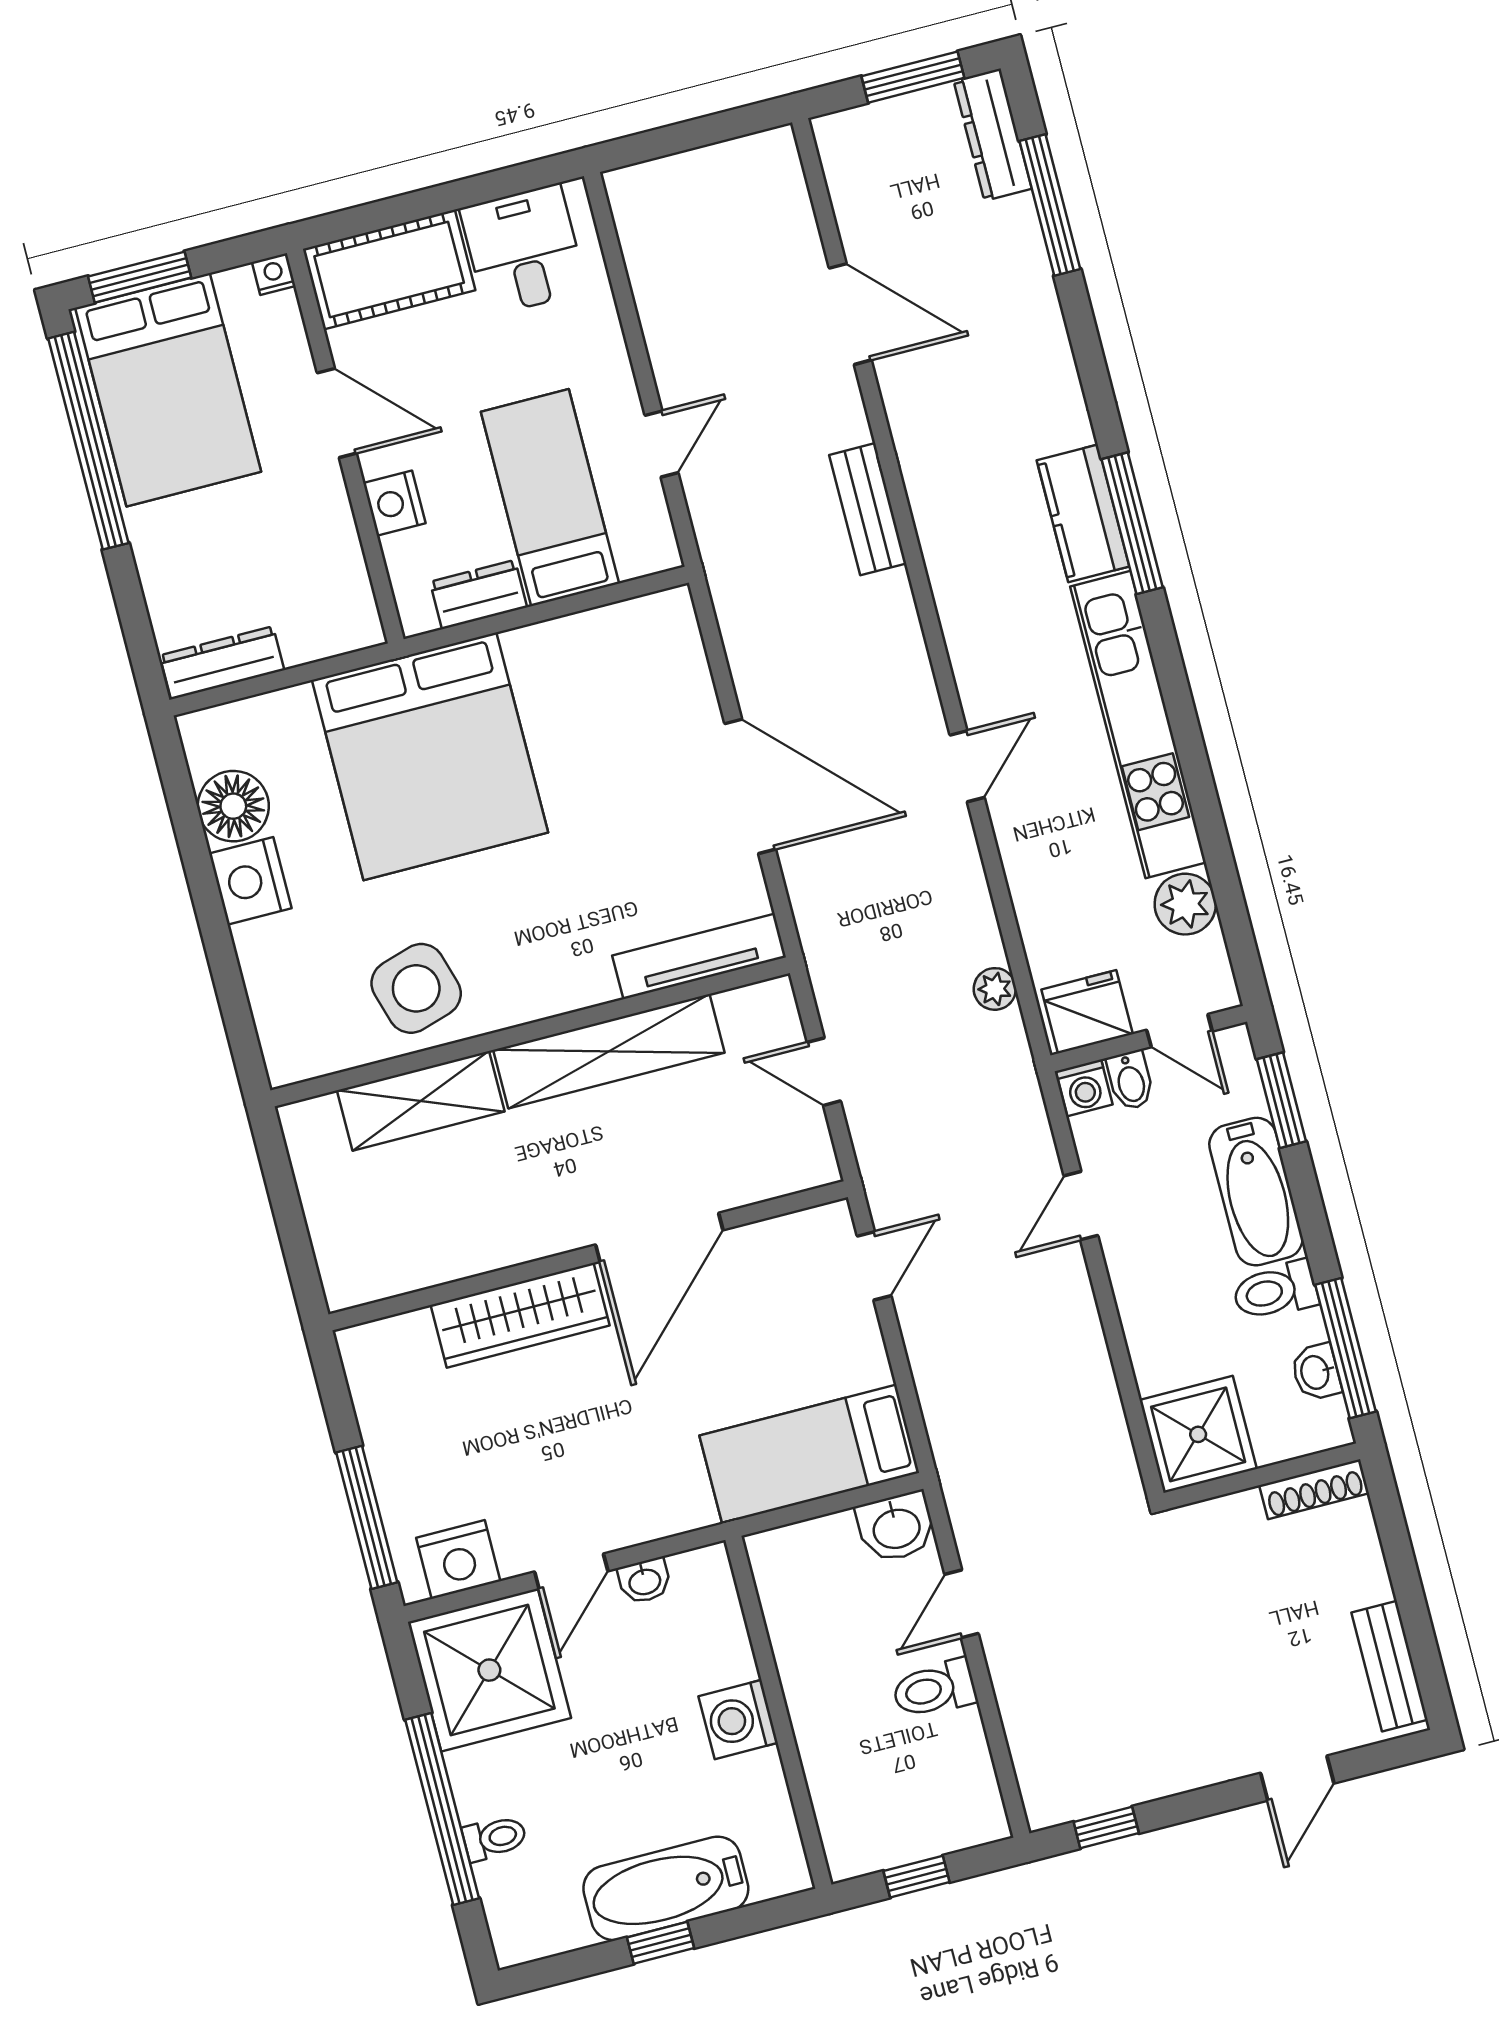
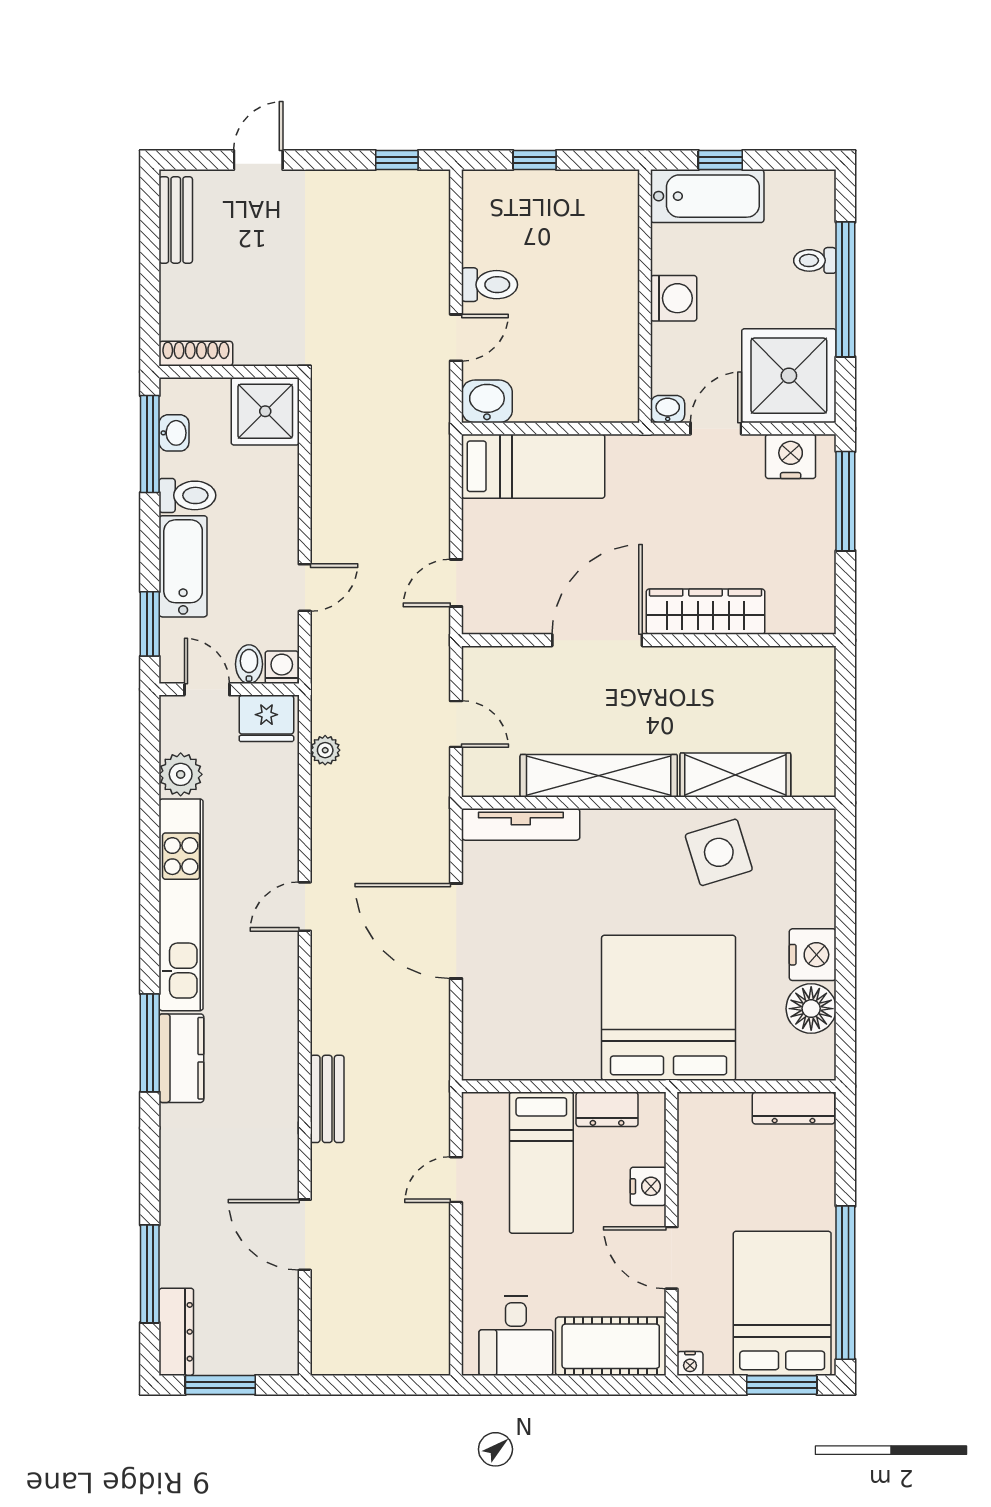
wall: (778, 1712) -> (645, 296), moved
washing machine: (738, 1720) -> (674, 298), moved

